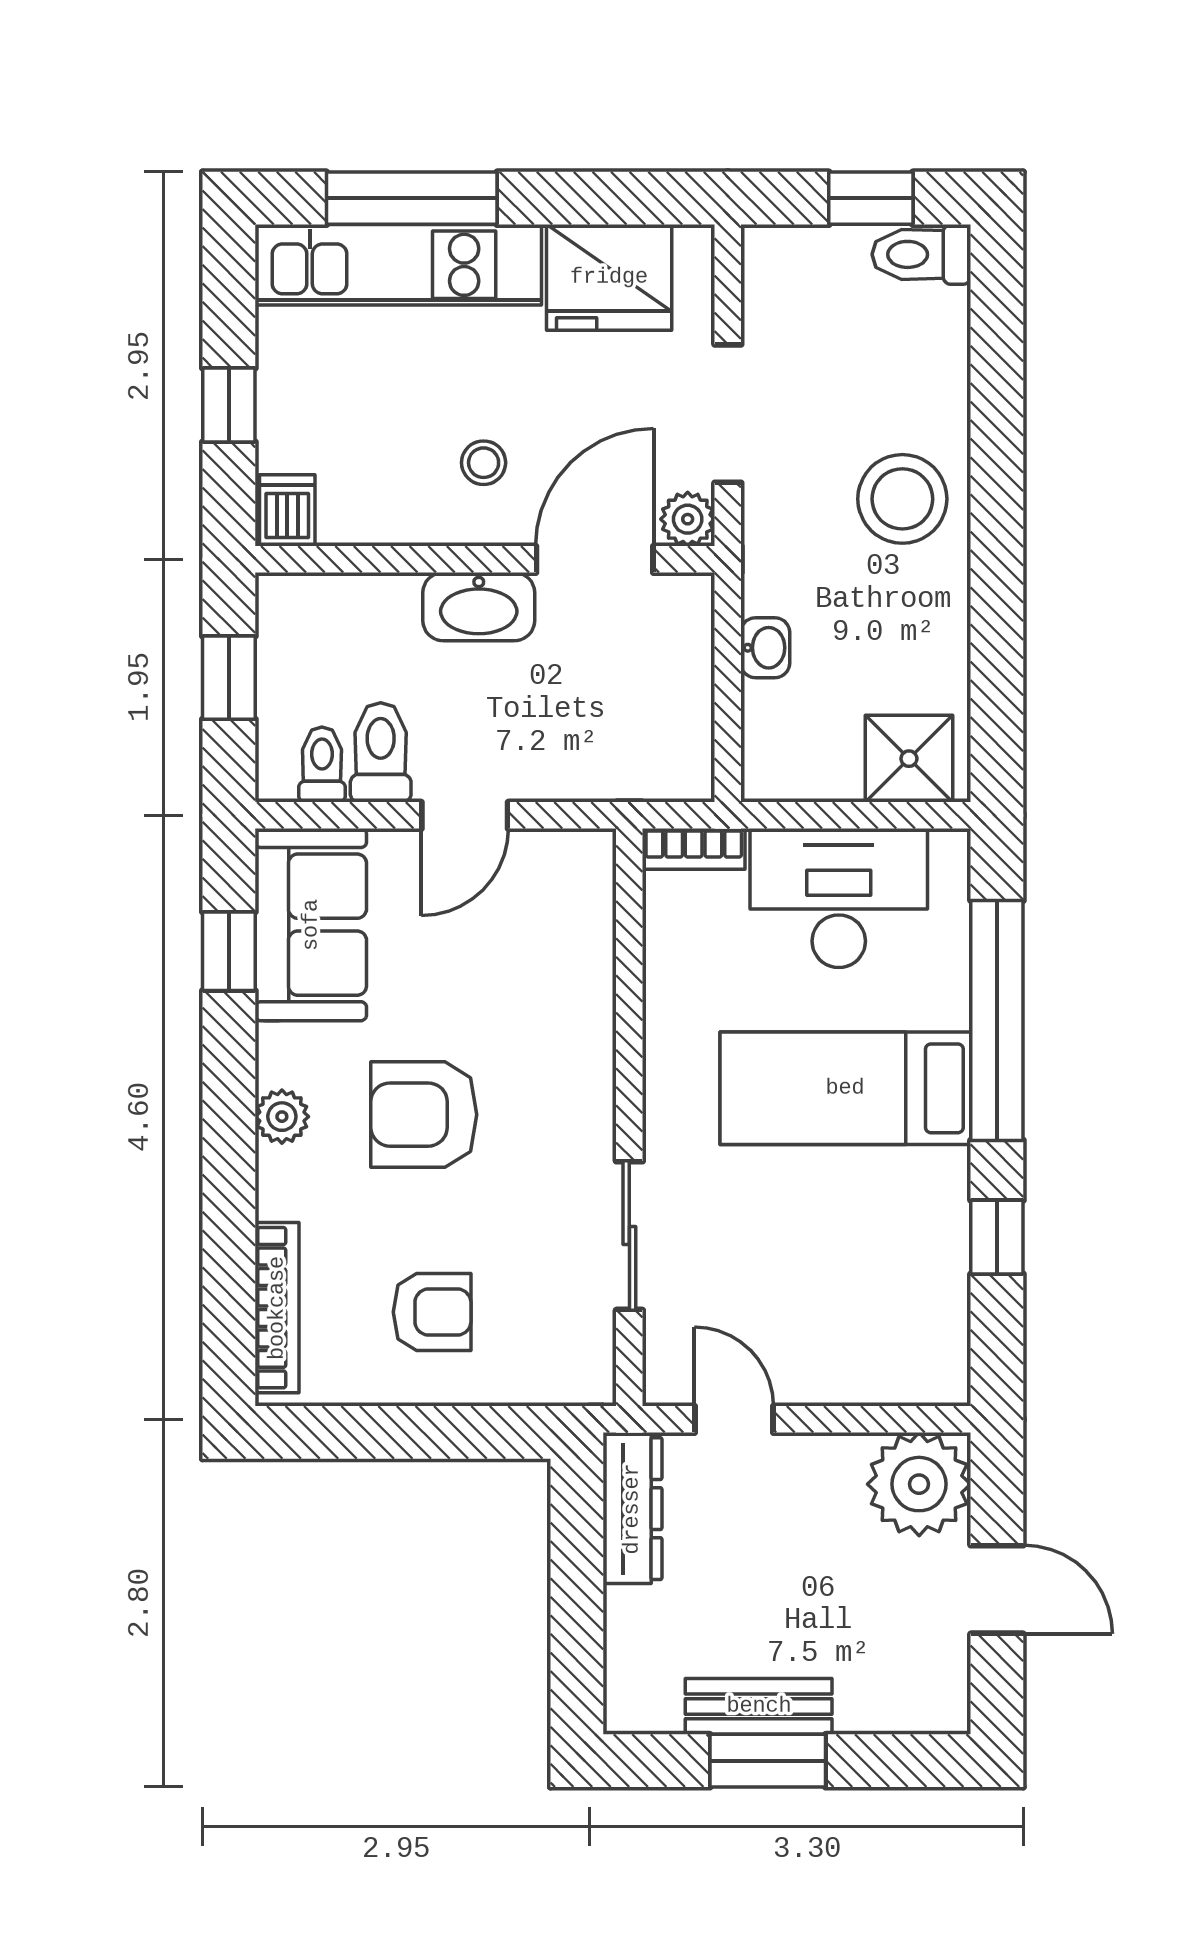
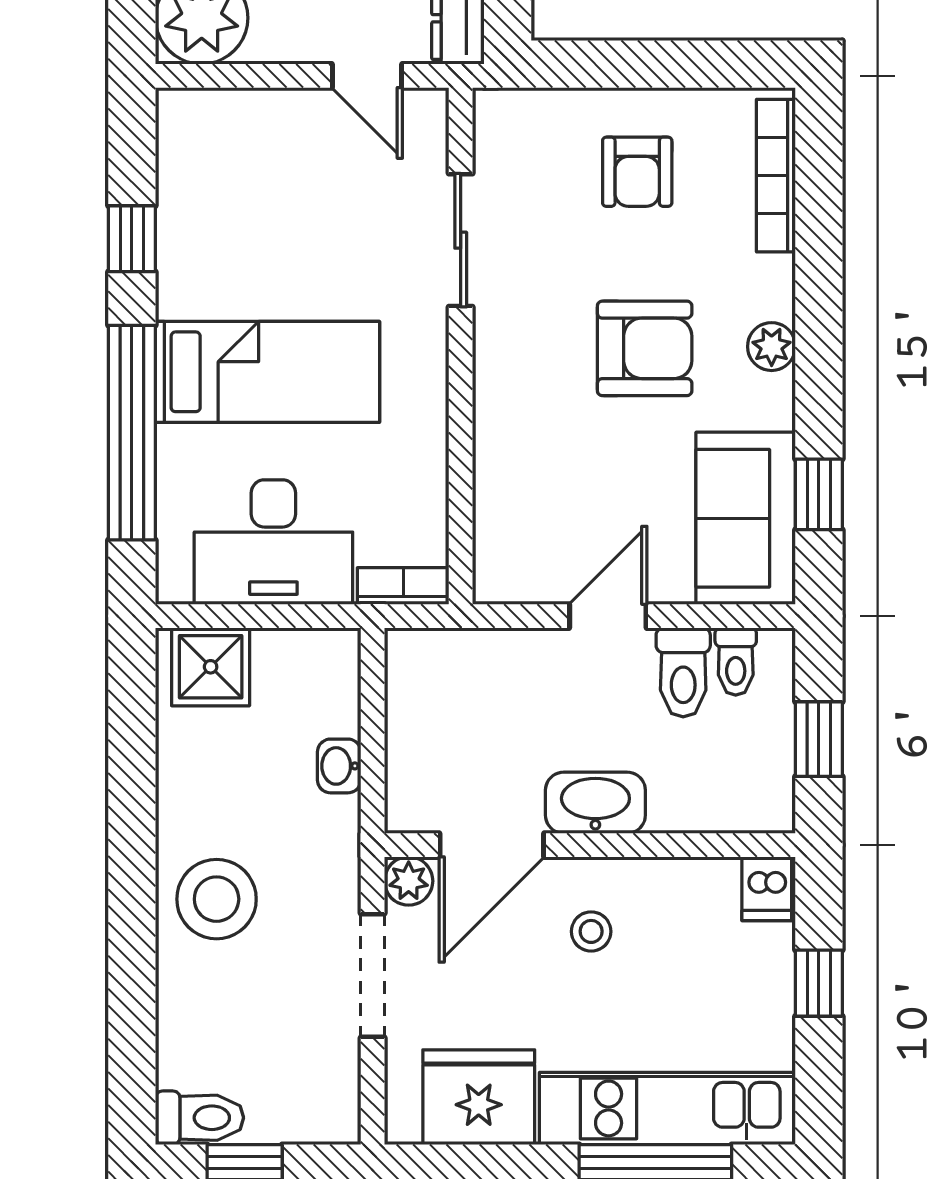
armchair: (432, 1312) -> (637, 172), turned -90

